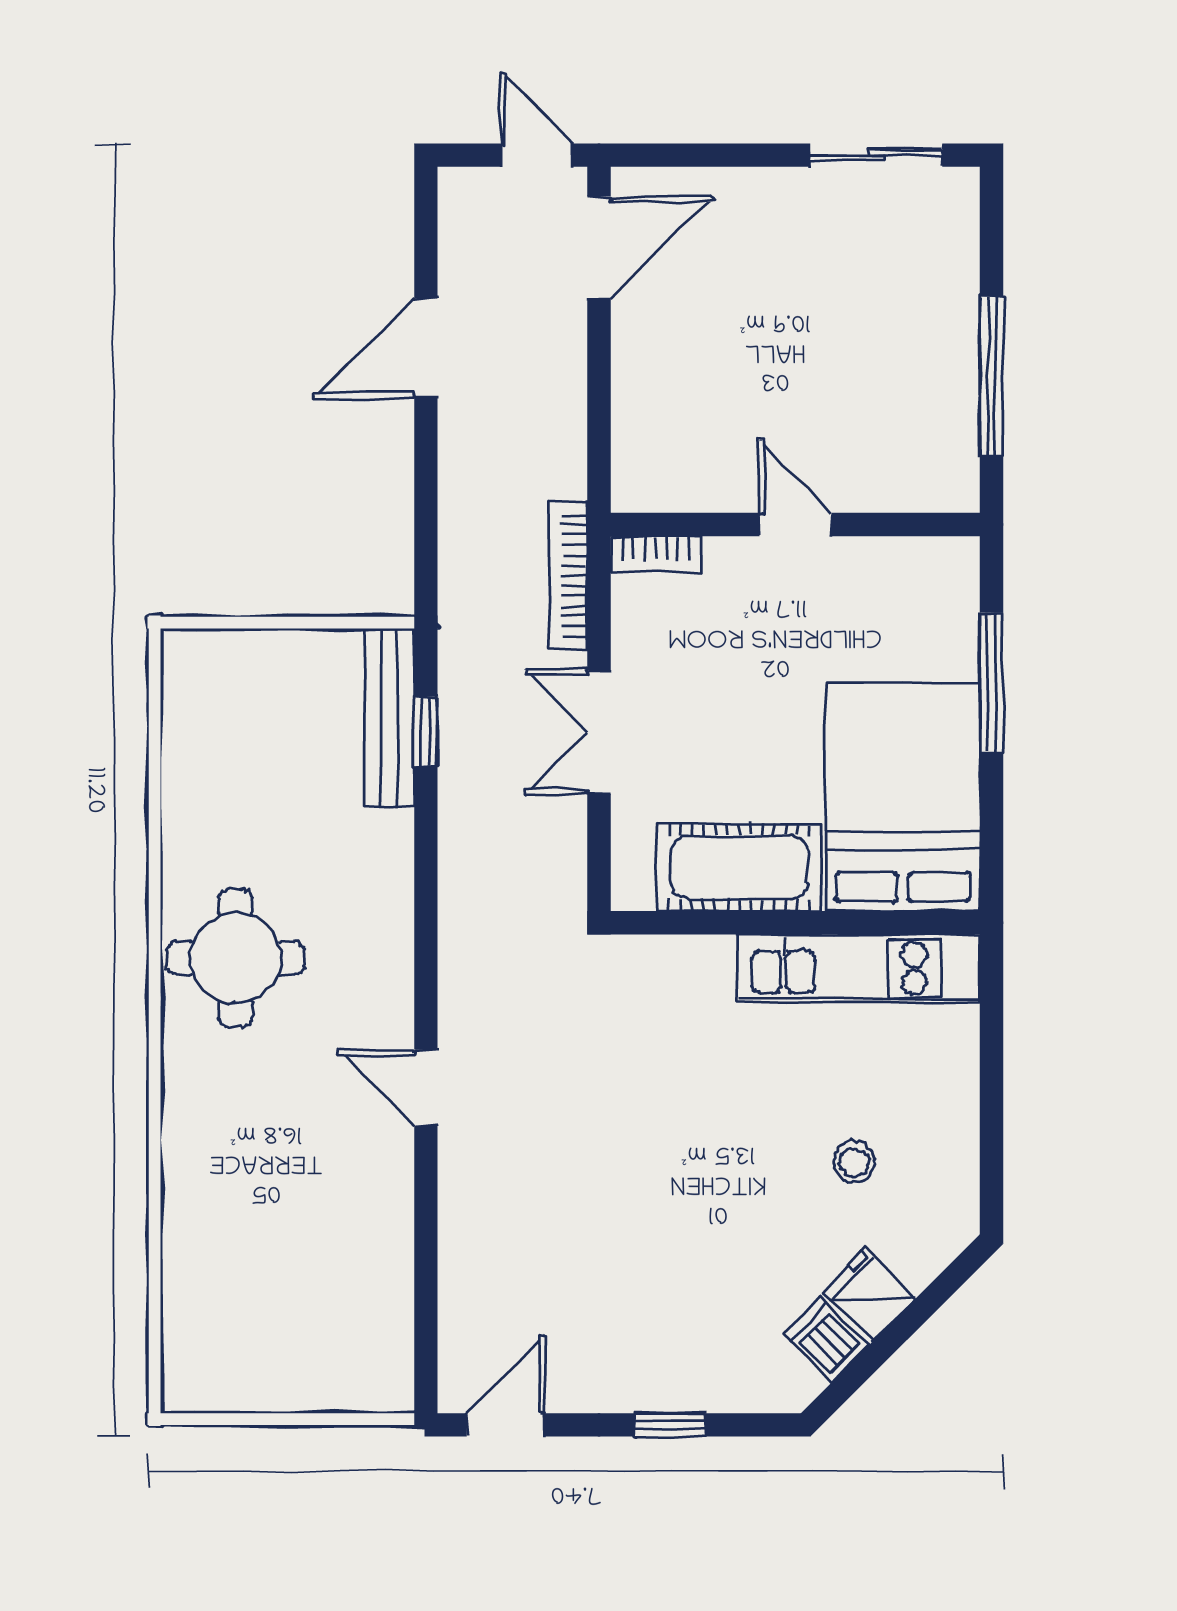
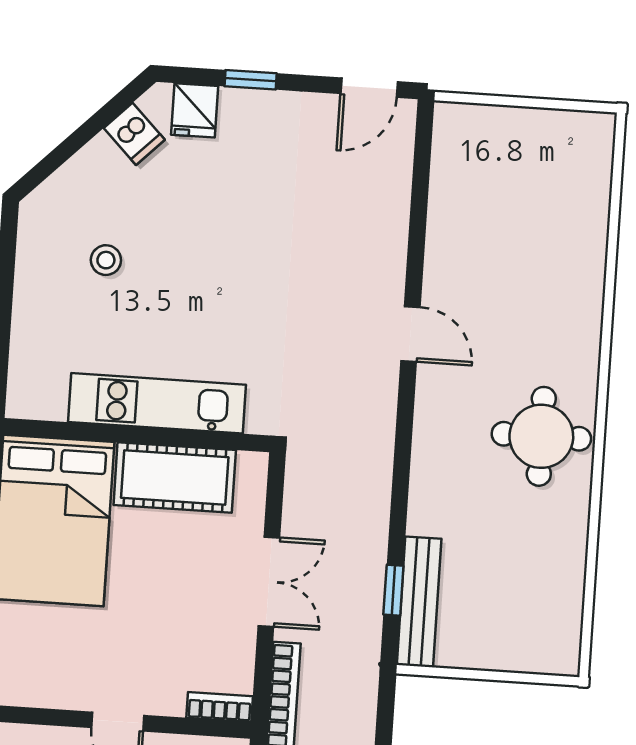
kitchen unit: (859, 968) -> (157, 403), moved
fridge: (869, 1295) -> (195, 110), moved, turned 45

